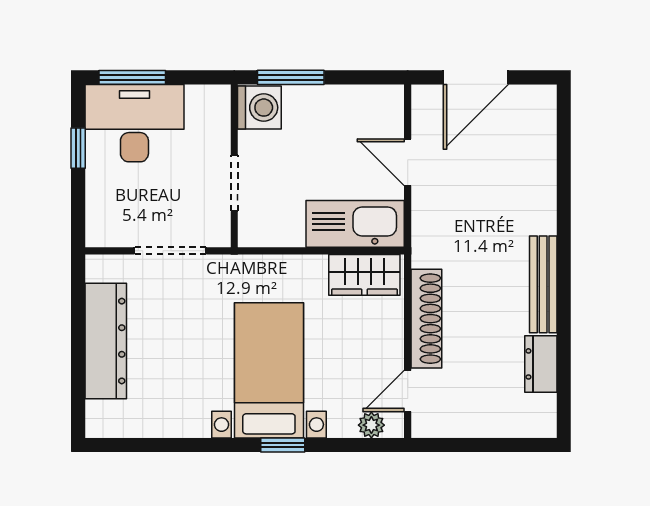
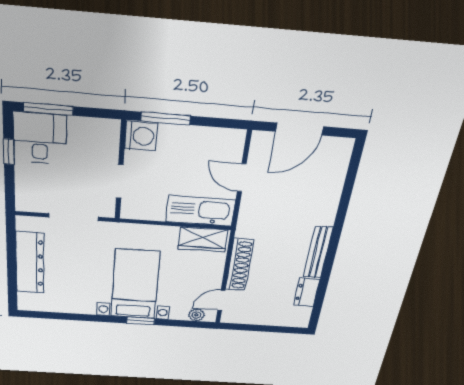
desk: (134, 123) -> (40, 138), width x0.73

